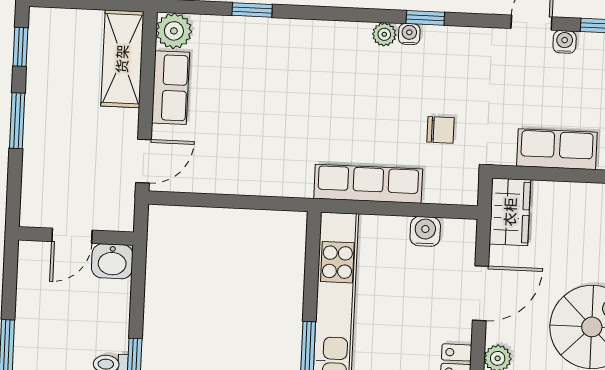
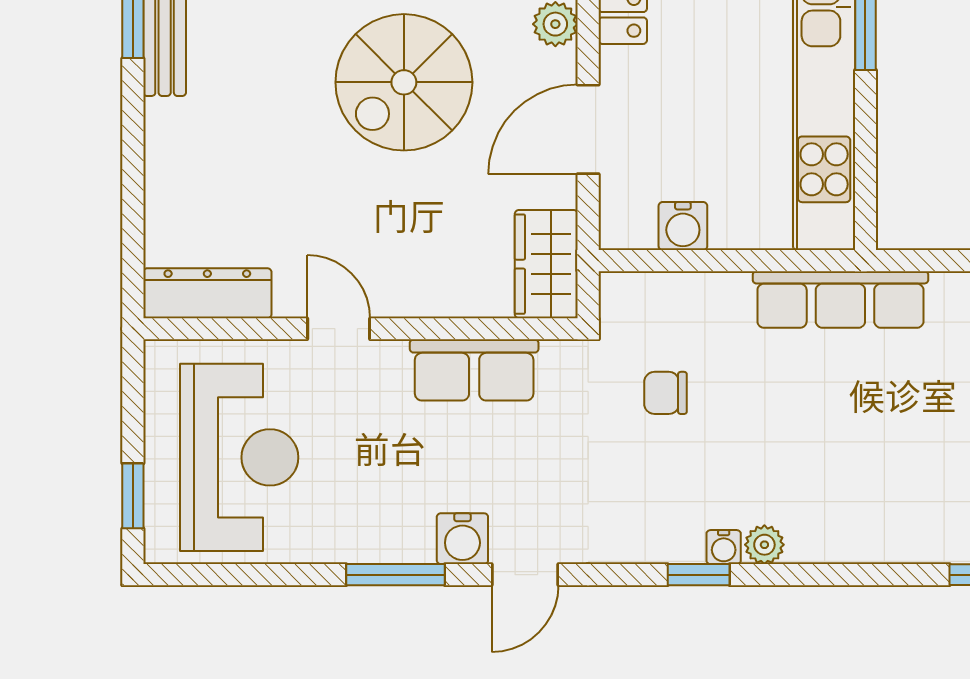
water cooler: (565, 42) -> (462, 539), width x1.38, depth x1.38
row of seats: (368, 184) -> (840, 299), moved

